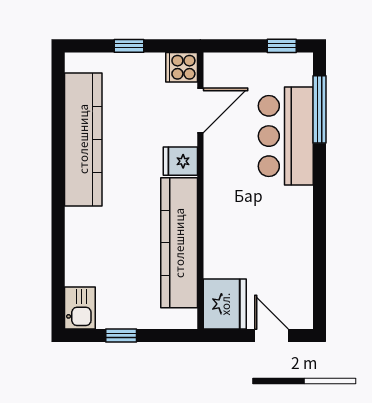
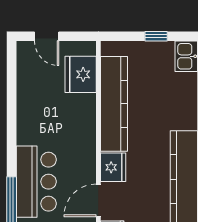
fridge: (180, 161) -> (113, 167), width x1.38
fridge: (225, 304) -> (81, 74), moved

